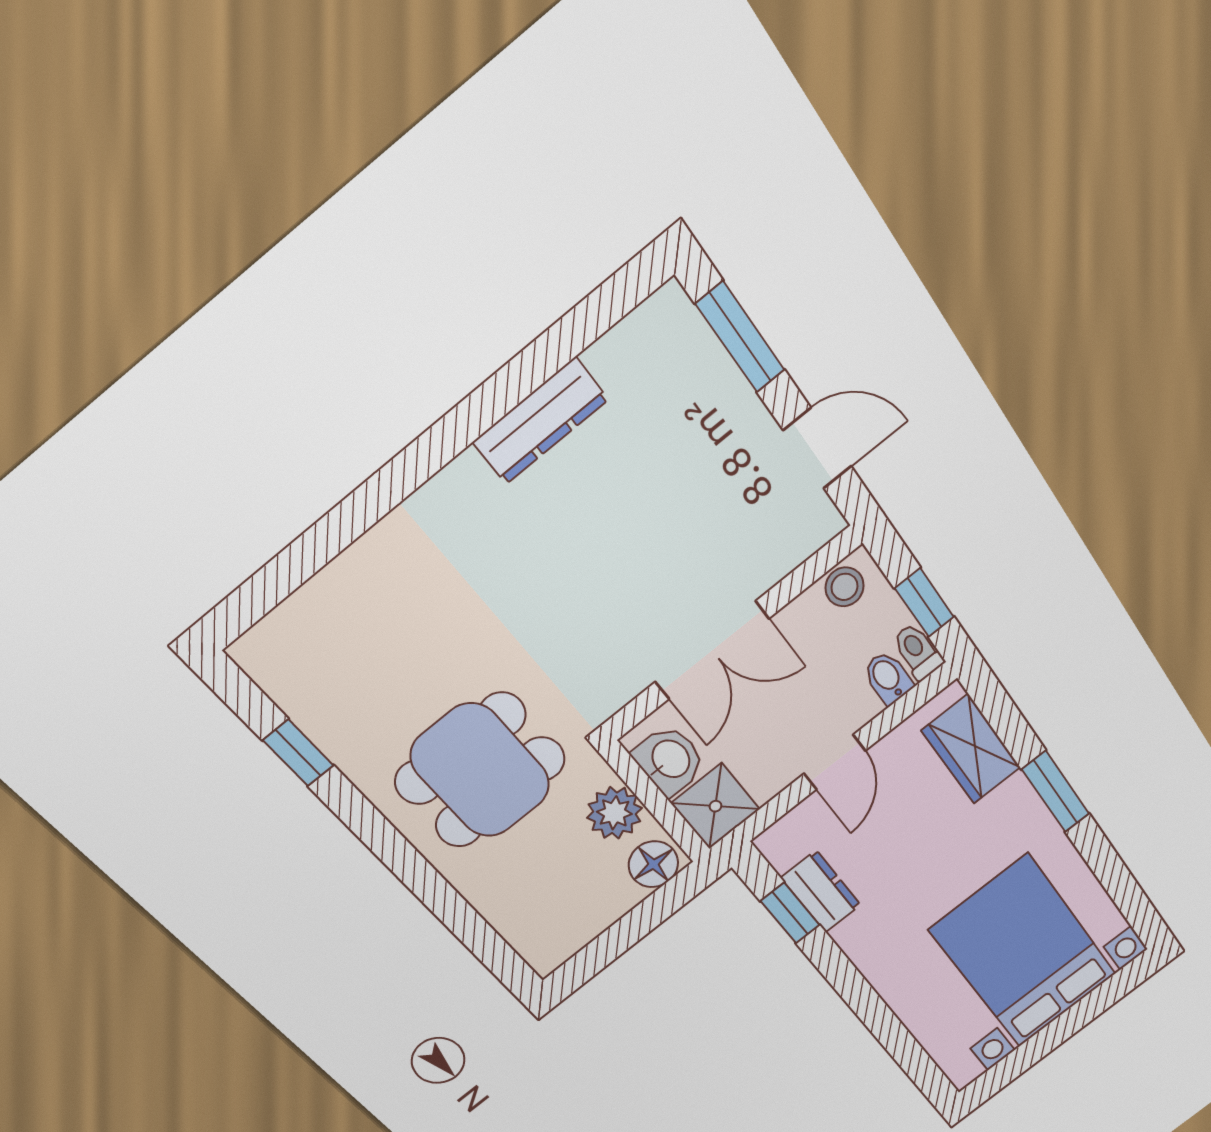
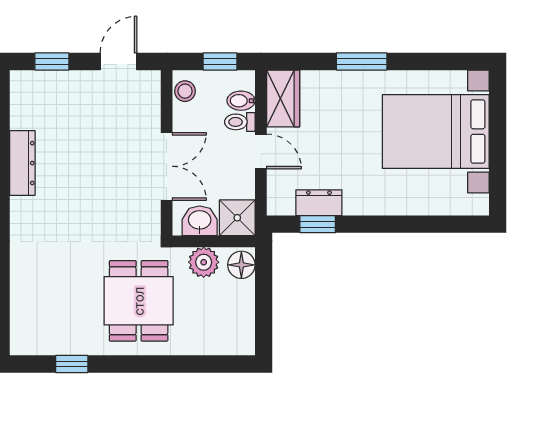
window: (740, 337) -> (52, 62), width x0.67
toilet: (918, 652) -> (240, 122), moved
wardrobe: (971, 749) -> (283, 99), moved, turned -90

